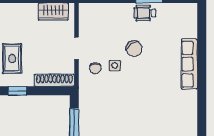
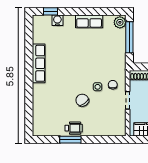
row of seats: (189, 64) -> (39, 63), moved

